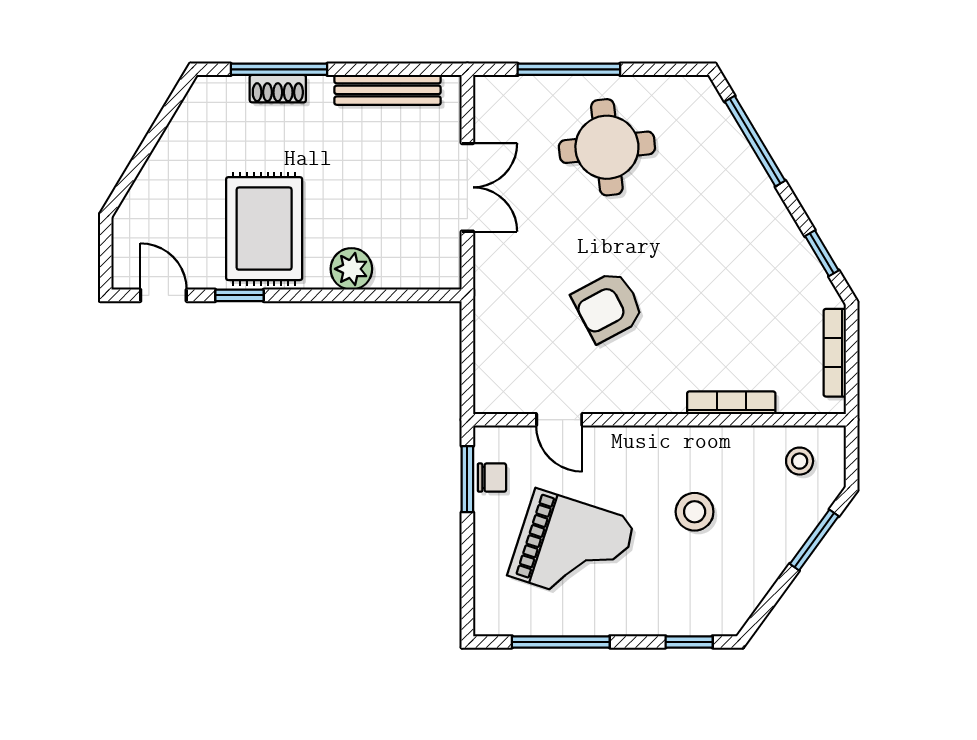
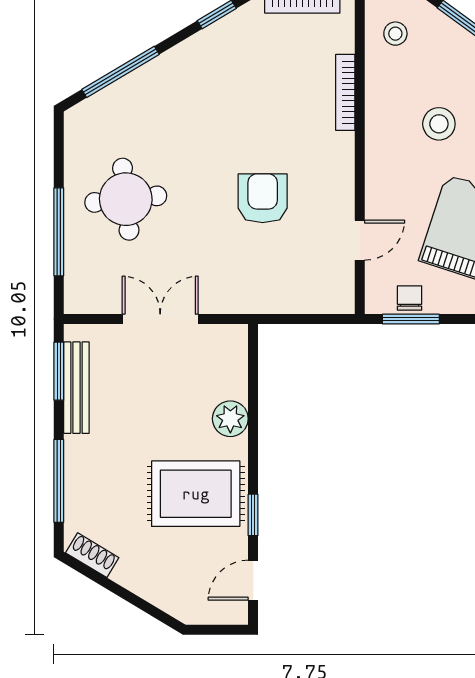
window: (407, 69) -> (59, 371), added
shoe rack: (278, 89) -> (92, 555), moved, turned -59
armchair: (608, 307) -> (263, 198), turned -152

